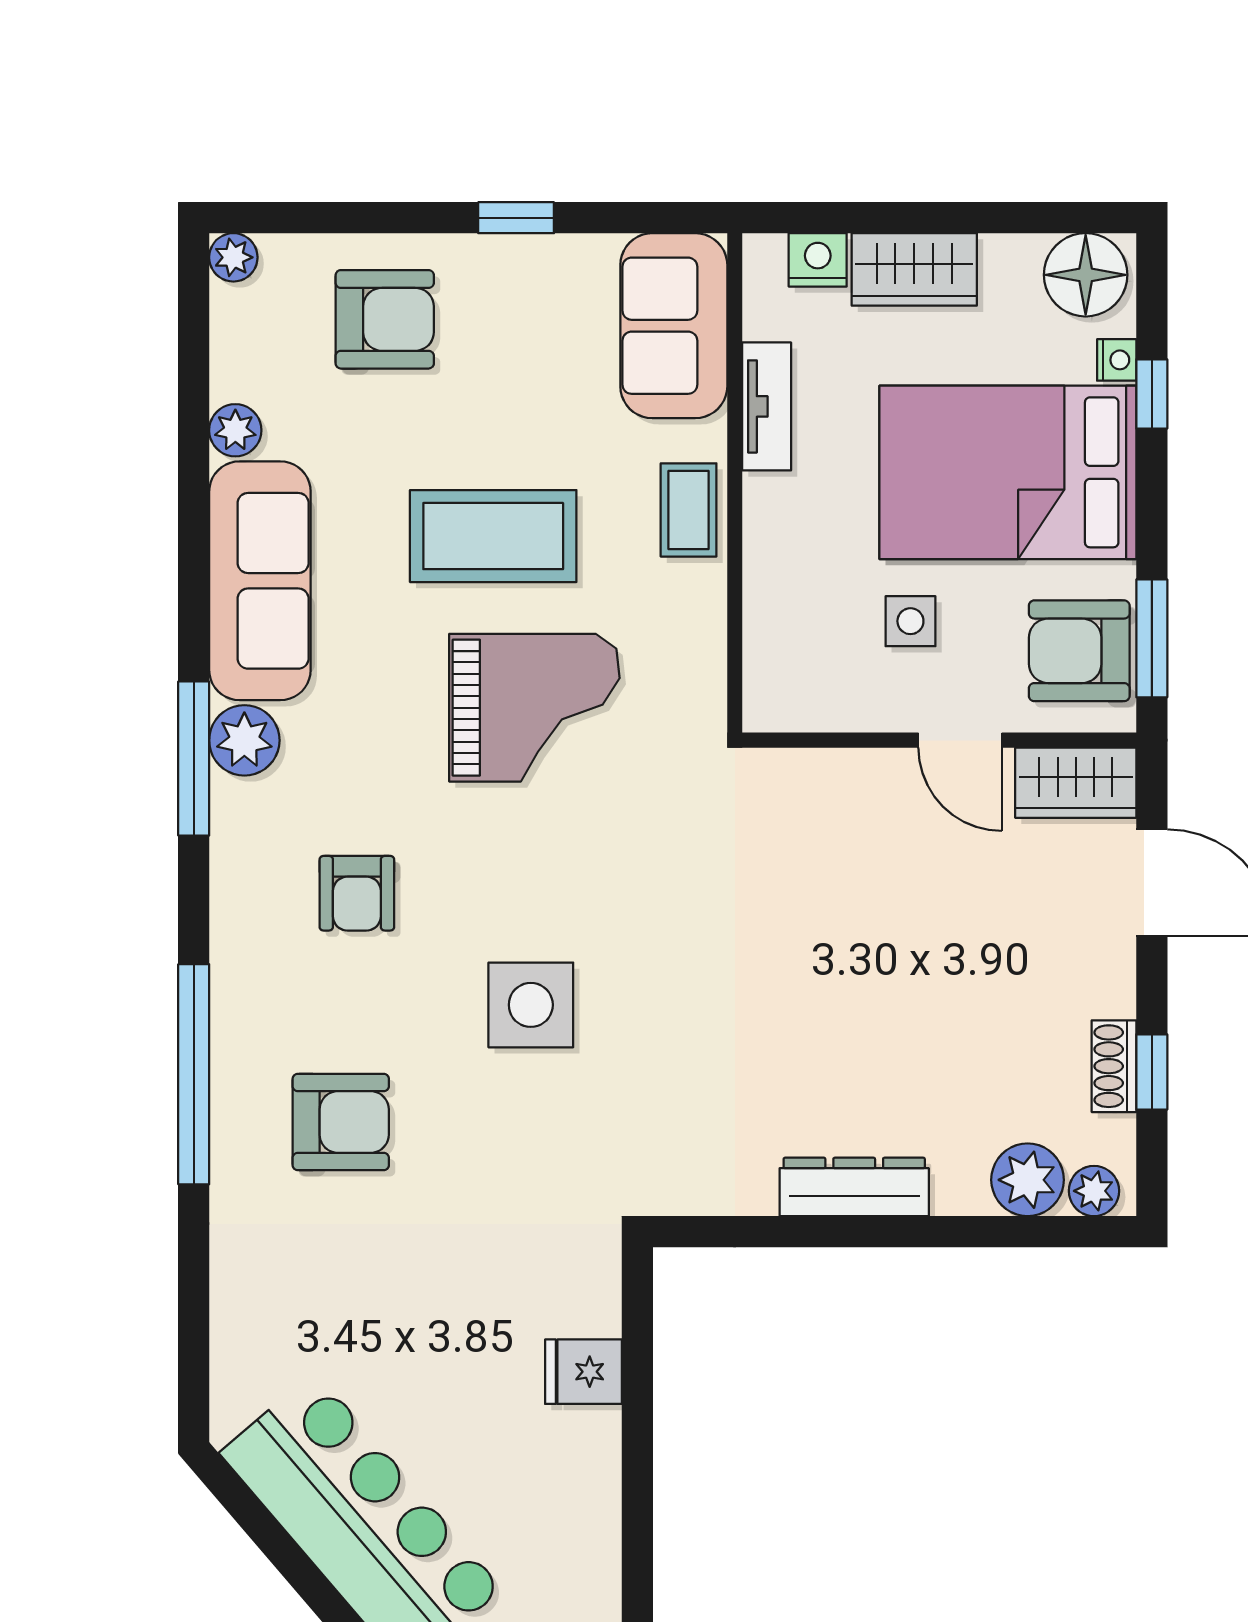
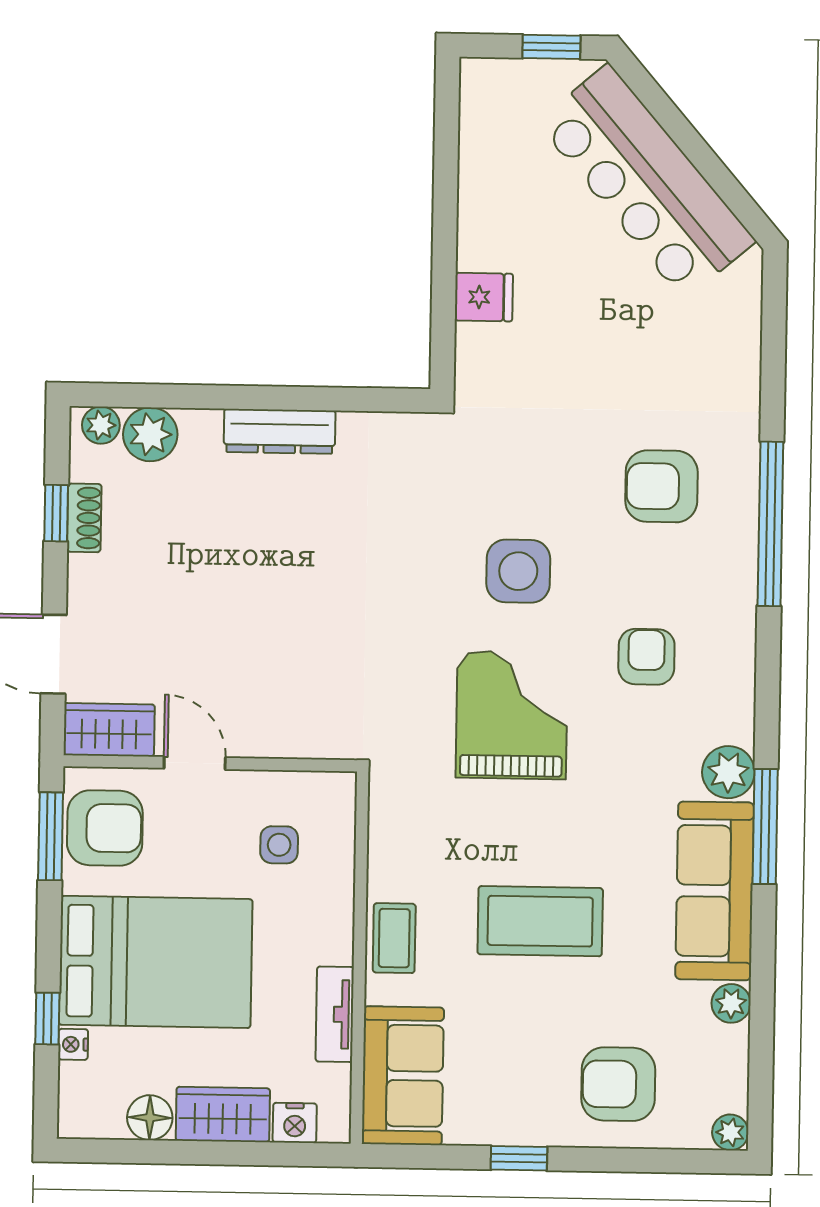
floor lamp: (1086, 275) -> (150, 1118), moved, width x0.73, depth x0.73
side table: (910, 621) -> (279, 845), moved
grand piano: (534, 708) -> (512, 715), moved, turned 90
window: (194, 758) -> (765, 826), moved

